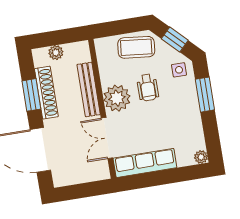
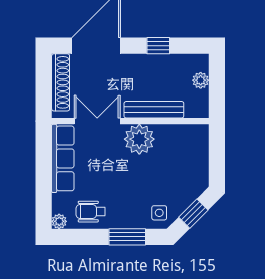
coffee table: (136, 47) -> (192, 170), removed
wheelchair: (148, 87) -> (91, 212), moved
shoe rack: (46, 93) -> (61, 82), moved, turned -90
window: (31, 95) -> (158, 46), width x0.67

